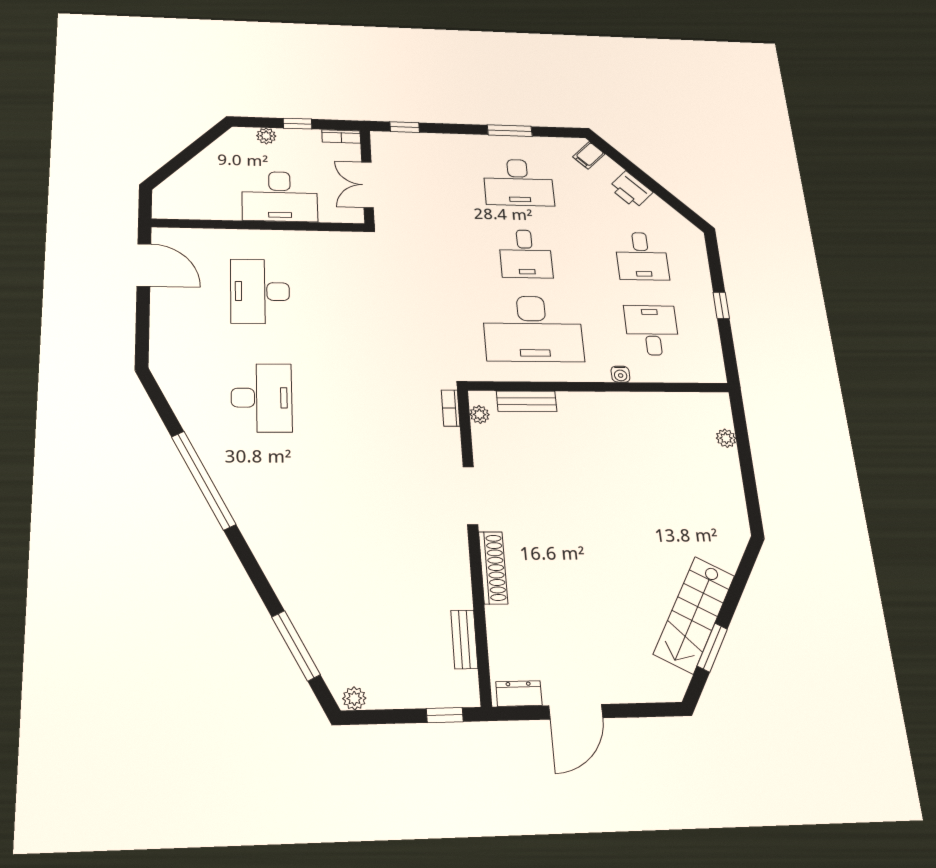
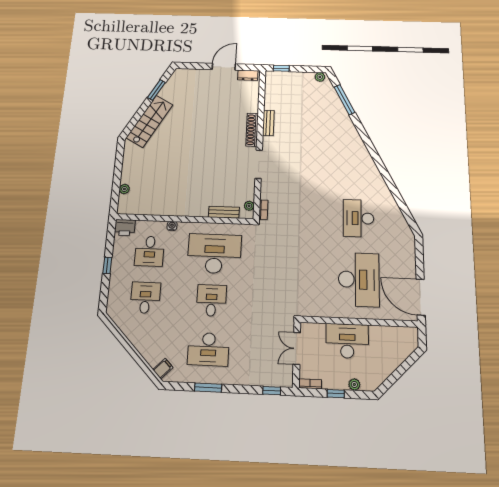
desk: (518, 182) -> (208, 349), turned 180
double door: (368, 185) -> (297, 348), swing flipped
printer: (631, 190) -> (125, 228), moved, turned 135
door: (144, 265) -> (421, 297), width x1.36
desk: (260, 291) -> (359, 280), width x1.36, depth x1.30
window: (204, 480) -> (386, 177), removed
stairs: (694, 615) -> (149, 121), moved
bench: (464, 639) -> (268, 123), moved

